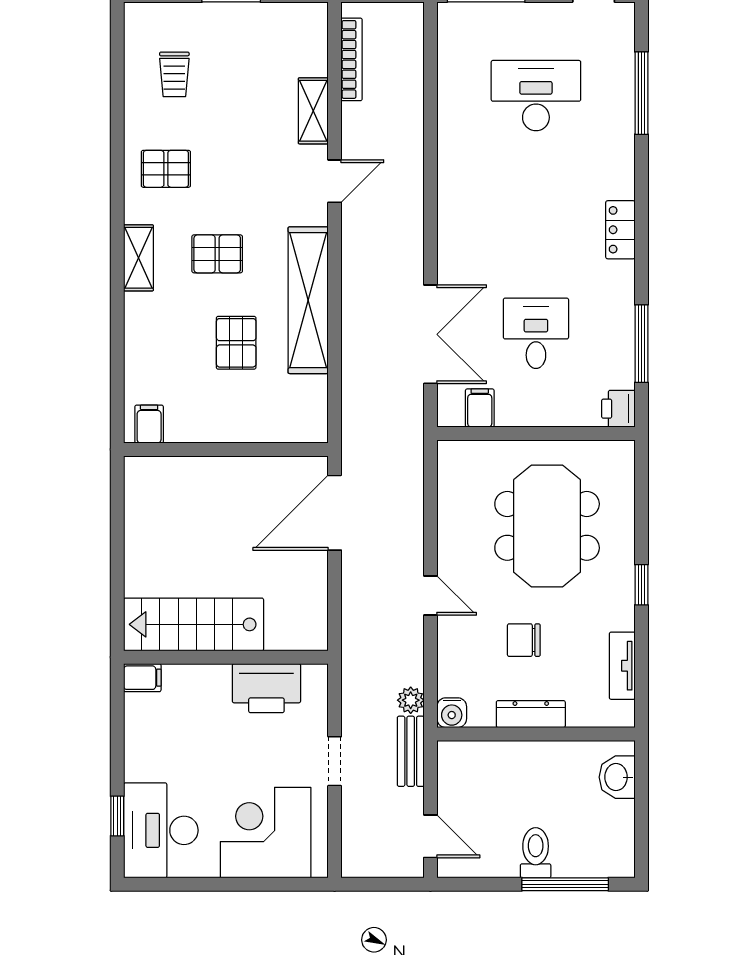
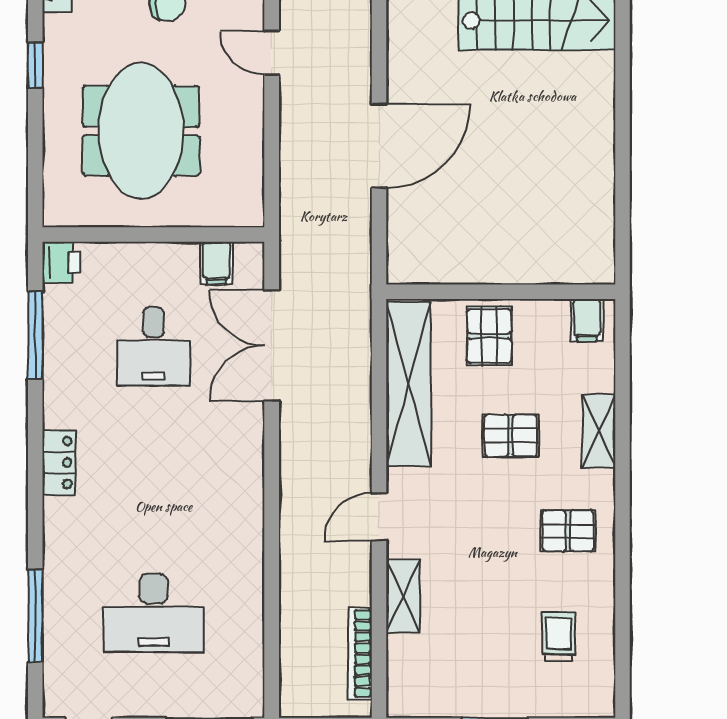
filing cabinet: (149, 424) -> (587, 320), moved
wall: (226, 449) -> (501, 292), moved

